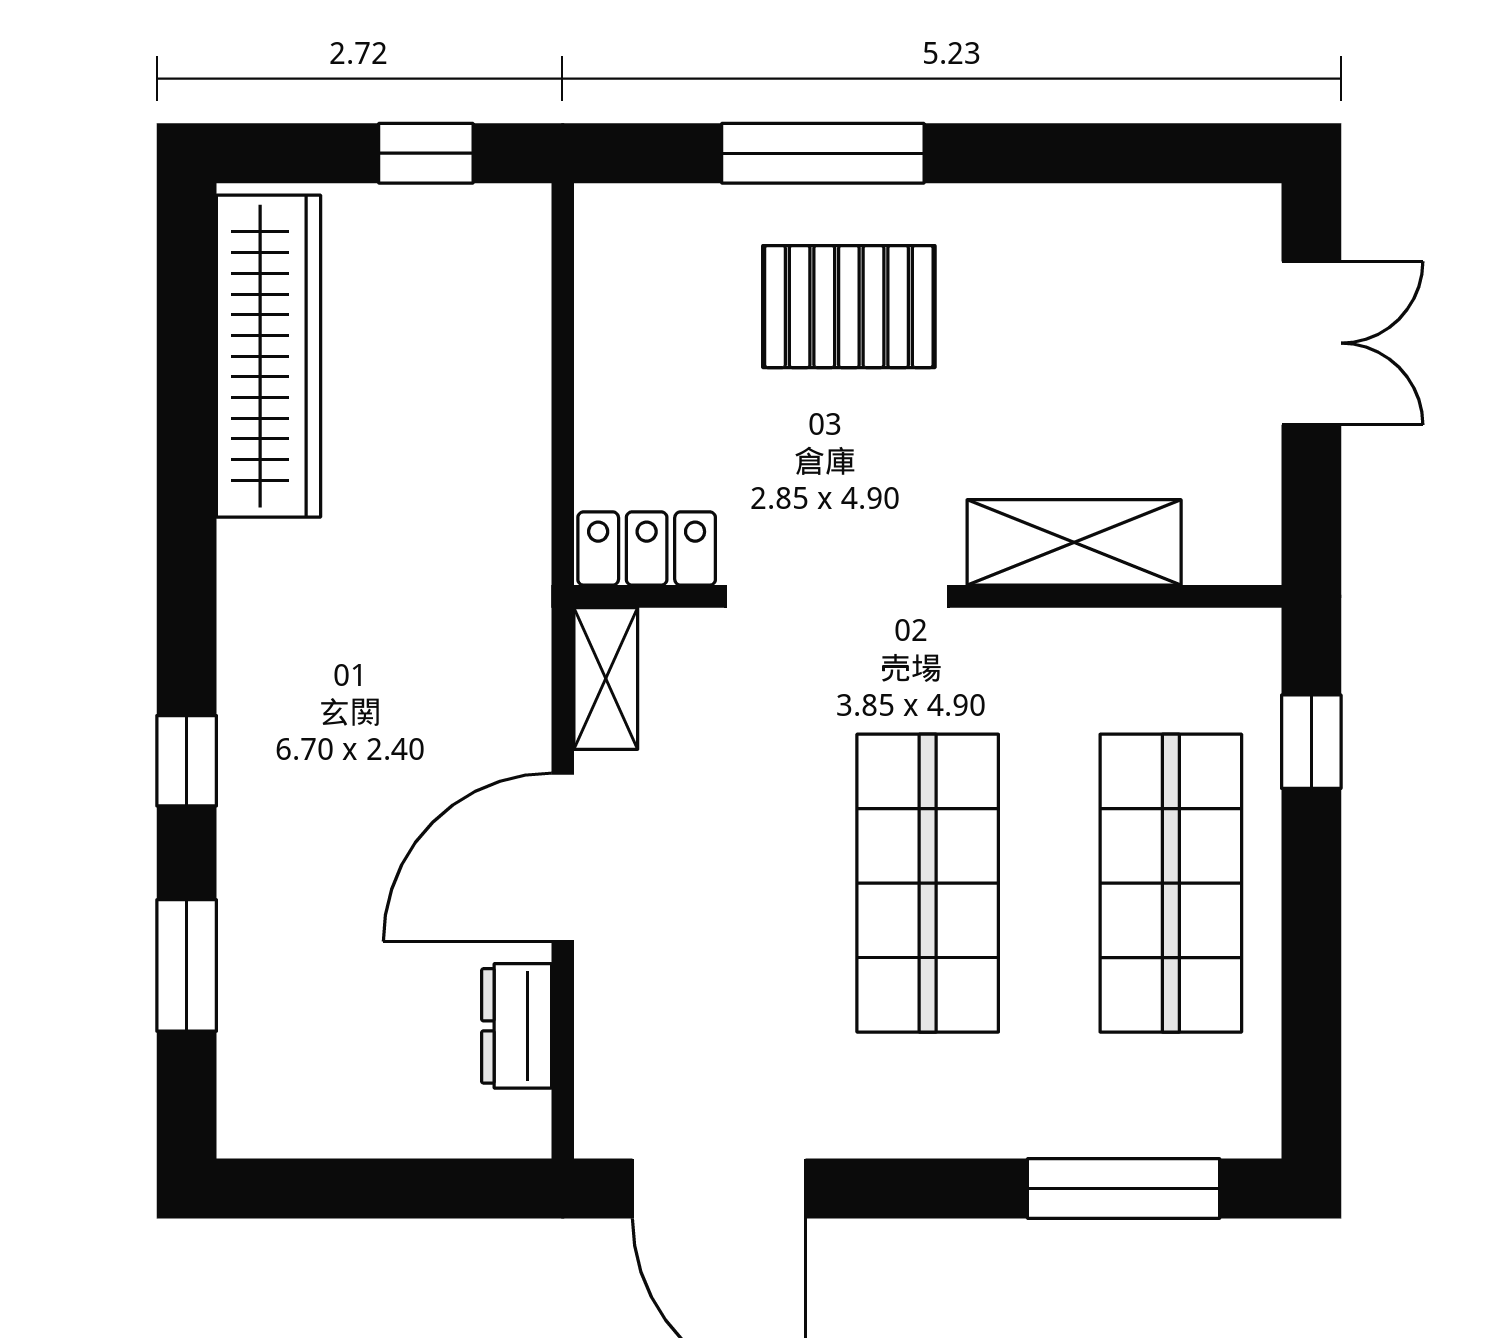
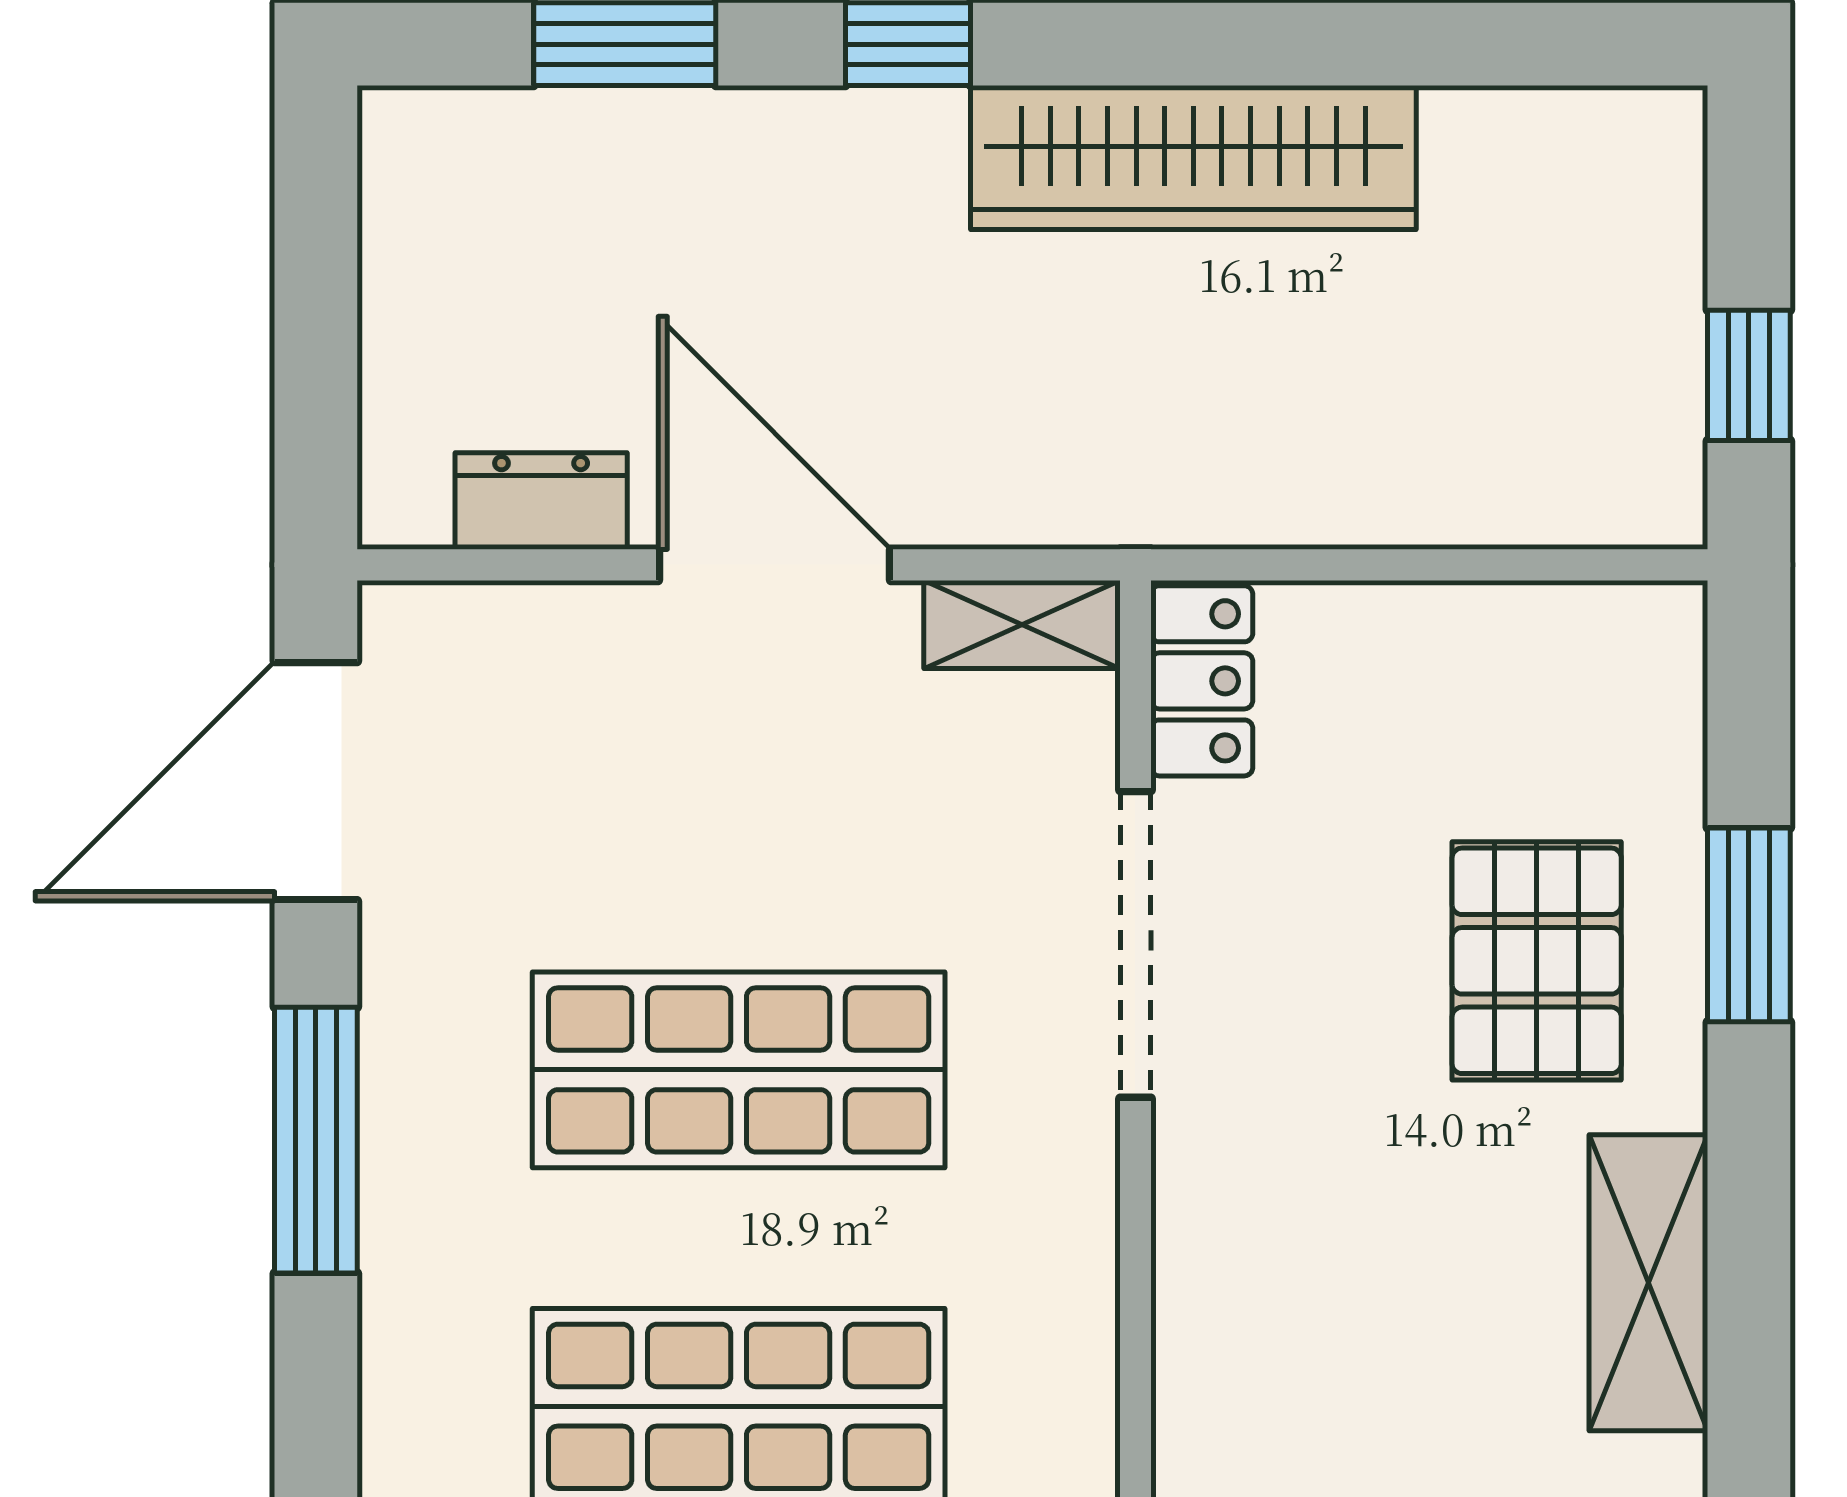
window: (823, 153) -> (1749, 925), width x0.69
wardrobe: (269, 356) -> (1193, 158), moved
shelving: (1074, 542) -> (1648, 1283), moved
window: (1124, 1189) -> (316, 1140), moved

